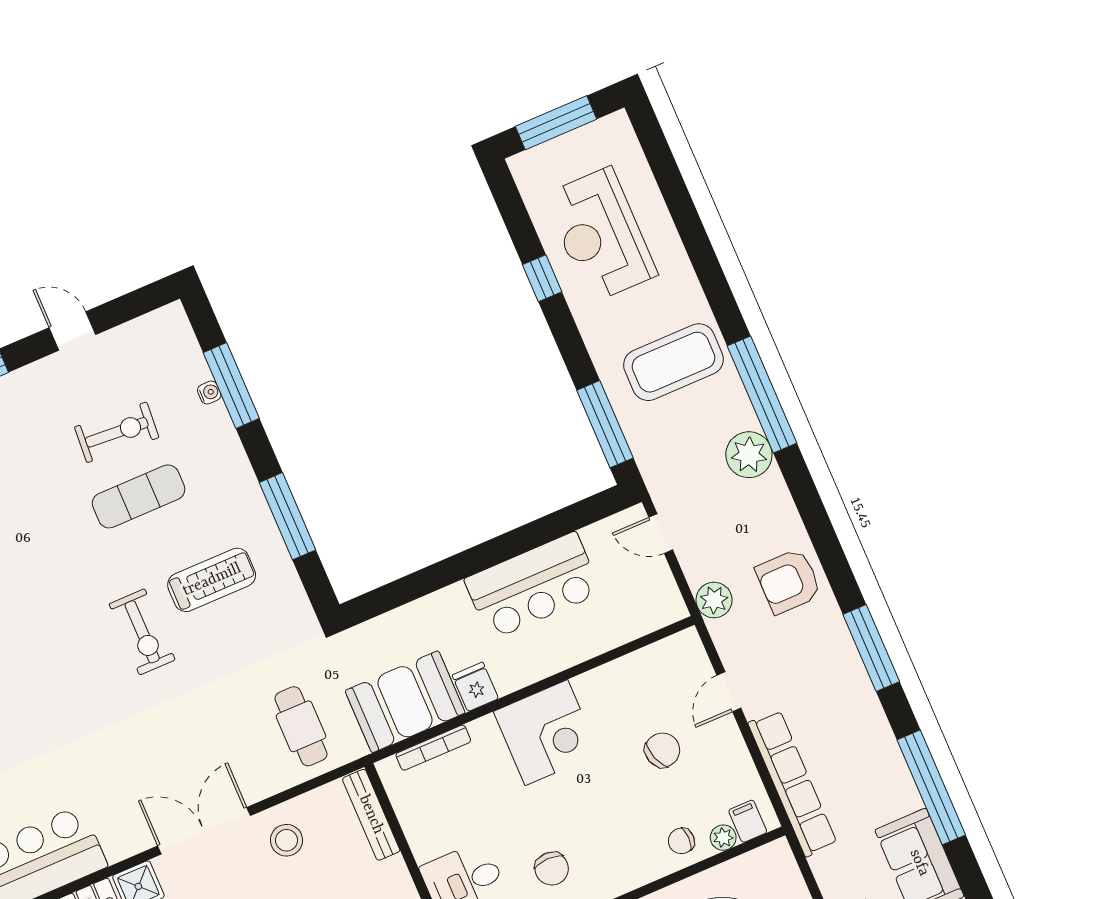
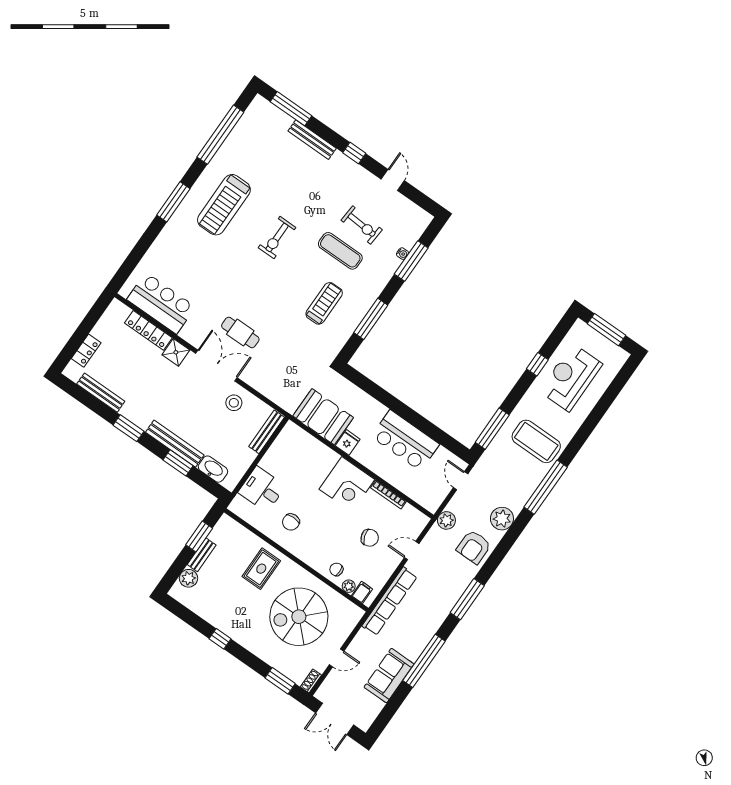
plant: (749, 455) -> (502, 519), moved
treadmill: (212, 580) -> (324, 303), turned -90
armchair: (789, 581) -> (474, 547), turned -90
exercise bike: (142, 632) -> (277, 238), moved
cafe table: (301, 726) -> (240, 332), moved, turned 90
bookcase: (433, 748) -> (388, 495), moved

